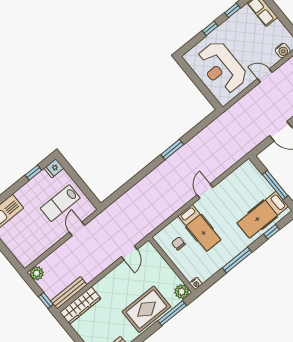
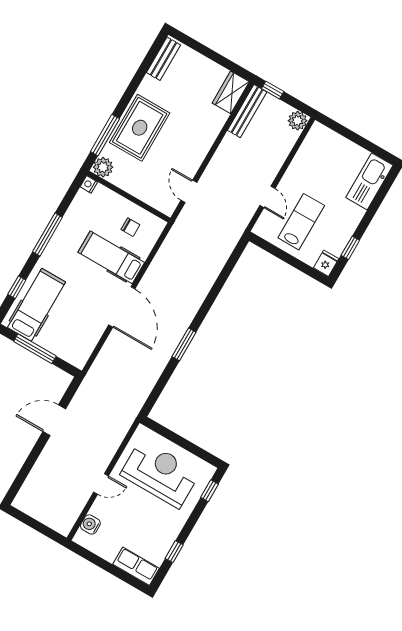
window: (210, 28) -> (209, 491), moved
door: (205, 191) -> (122, 307), width x1.88
wardrobe: (80, 306) -> (231, 92), width x0.67

